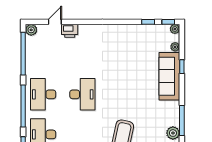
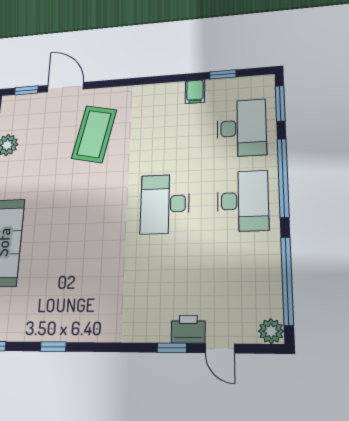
door: (55, 22) -> (220, 348), hinge flipped
window: (77, 22) -> (172, 348), added
window: (148, 22) -> (53, 347), moved

